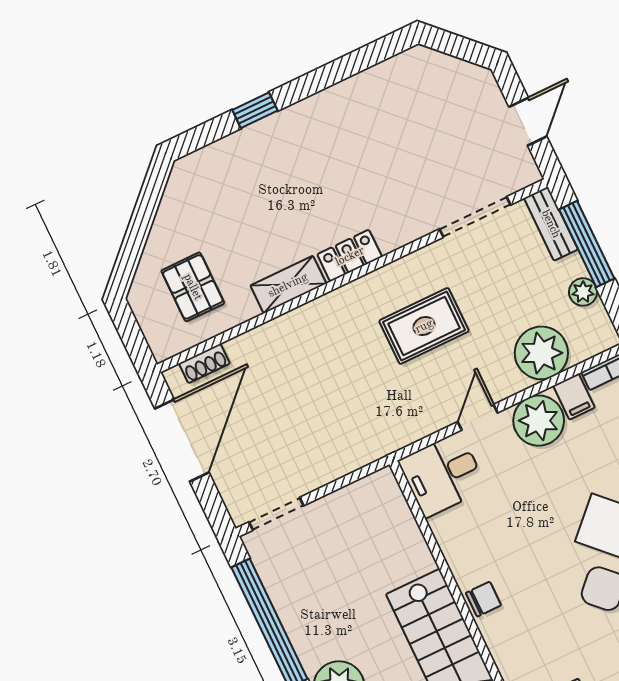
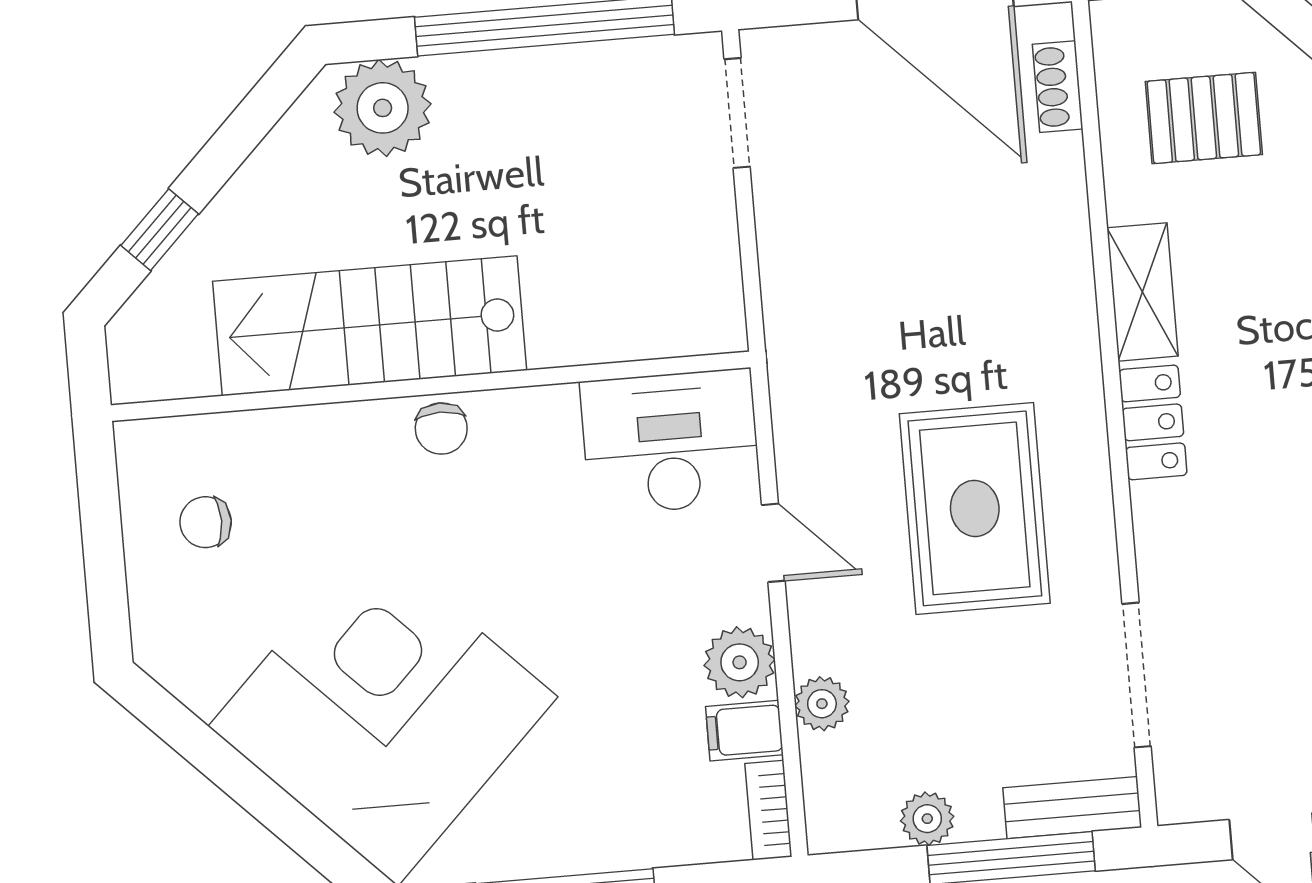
rug: (424, 326) -> (975, 508), width x1.36, depth x1.43
plant: (541, 353) -> (822, 704), width x0.53, depth x0.53
plant: (539, 421) -> (740, 662), width x0.73, depth x0.73
desk: (443, 475) -> (671, 442), width x1.37

